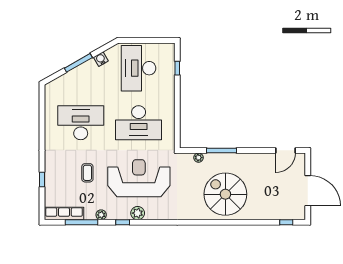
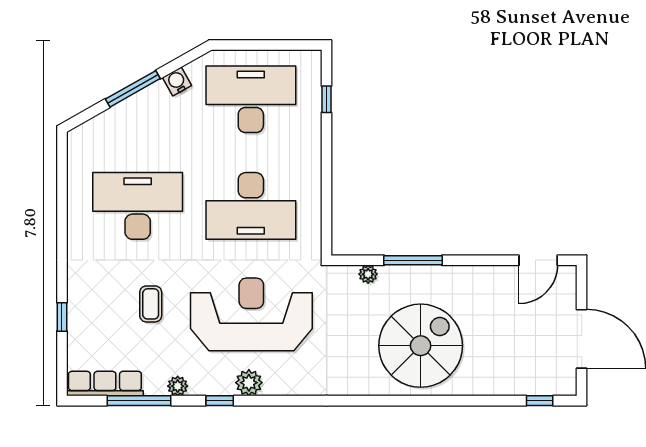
desk: (139, 68) -> (251, 99), turned 90
spiral stairs: (225, 194) -> (421, 346), turned 90

